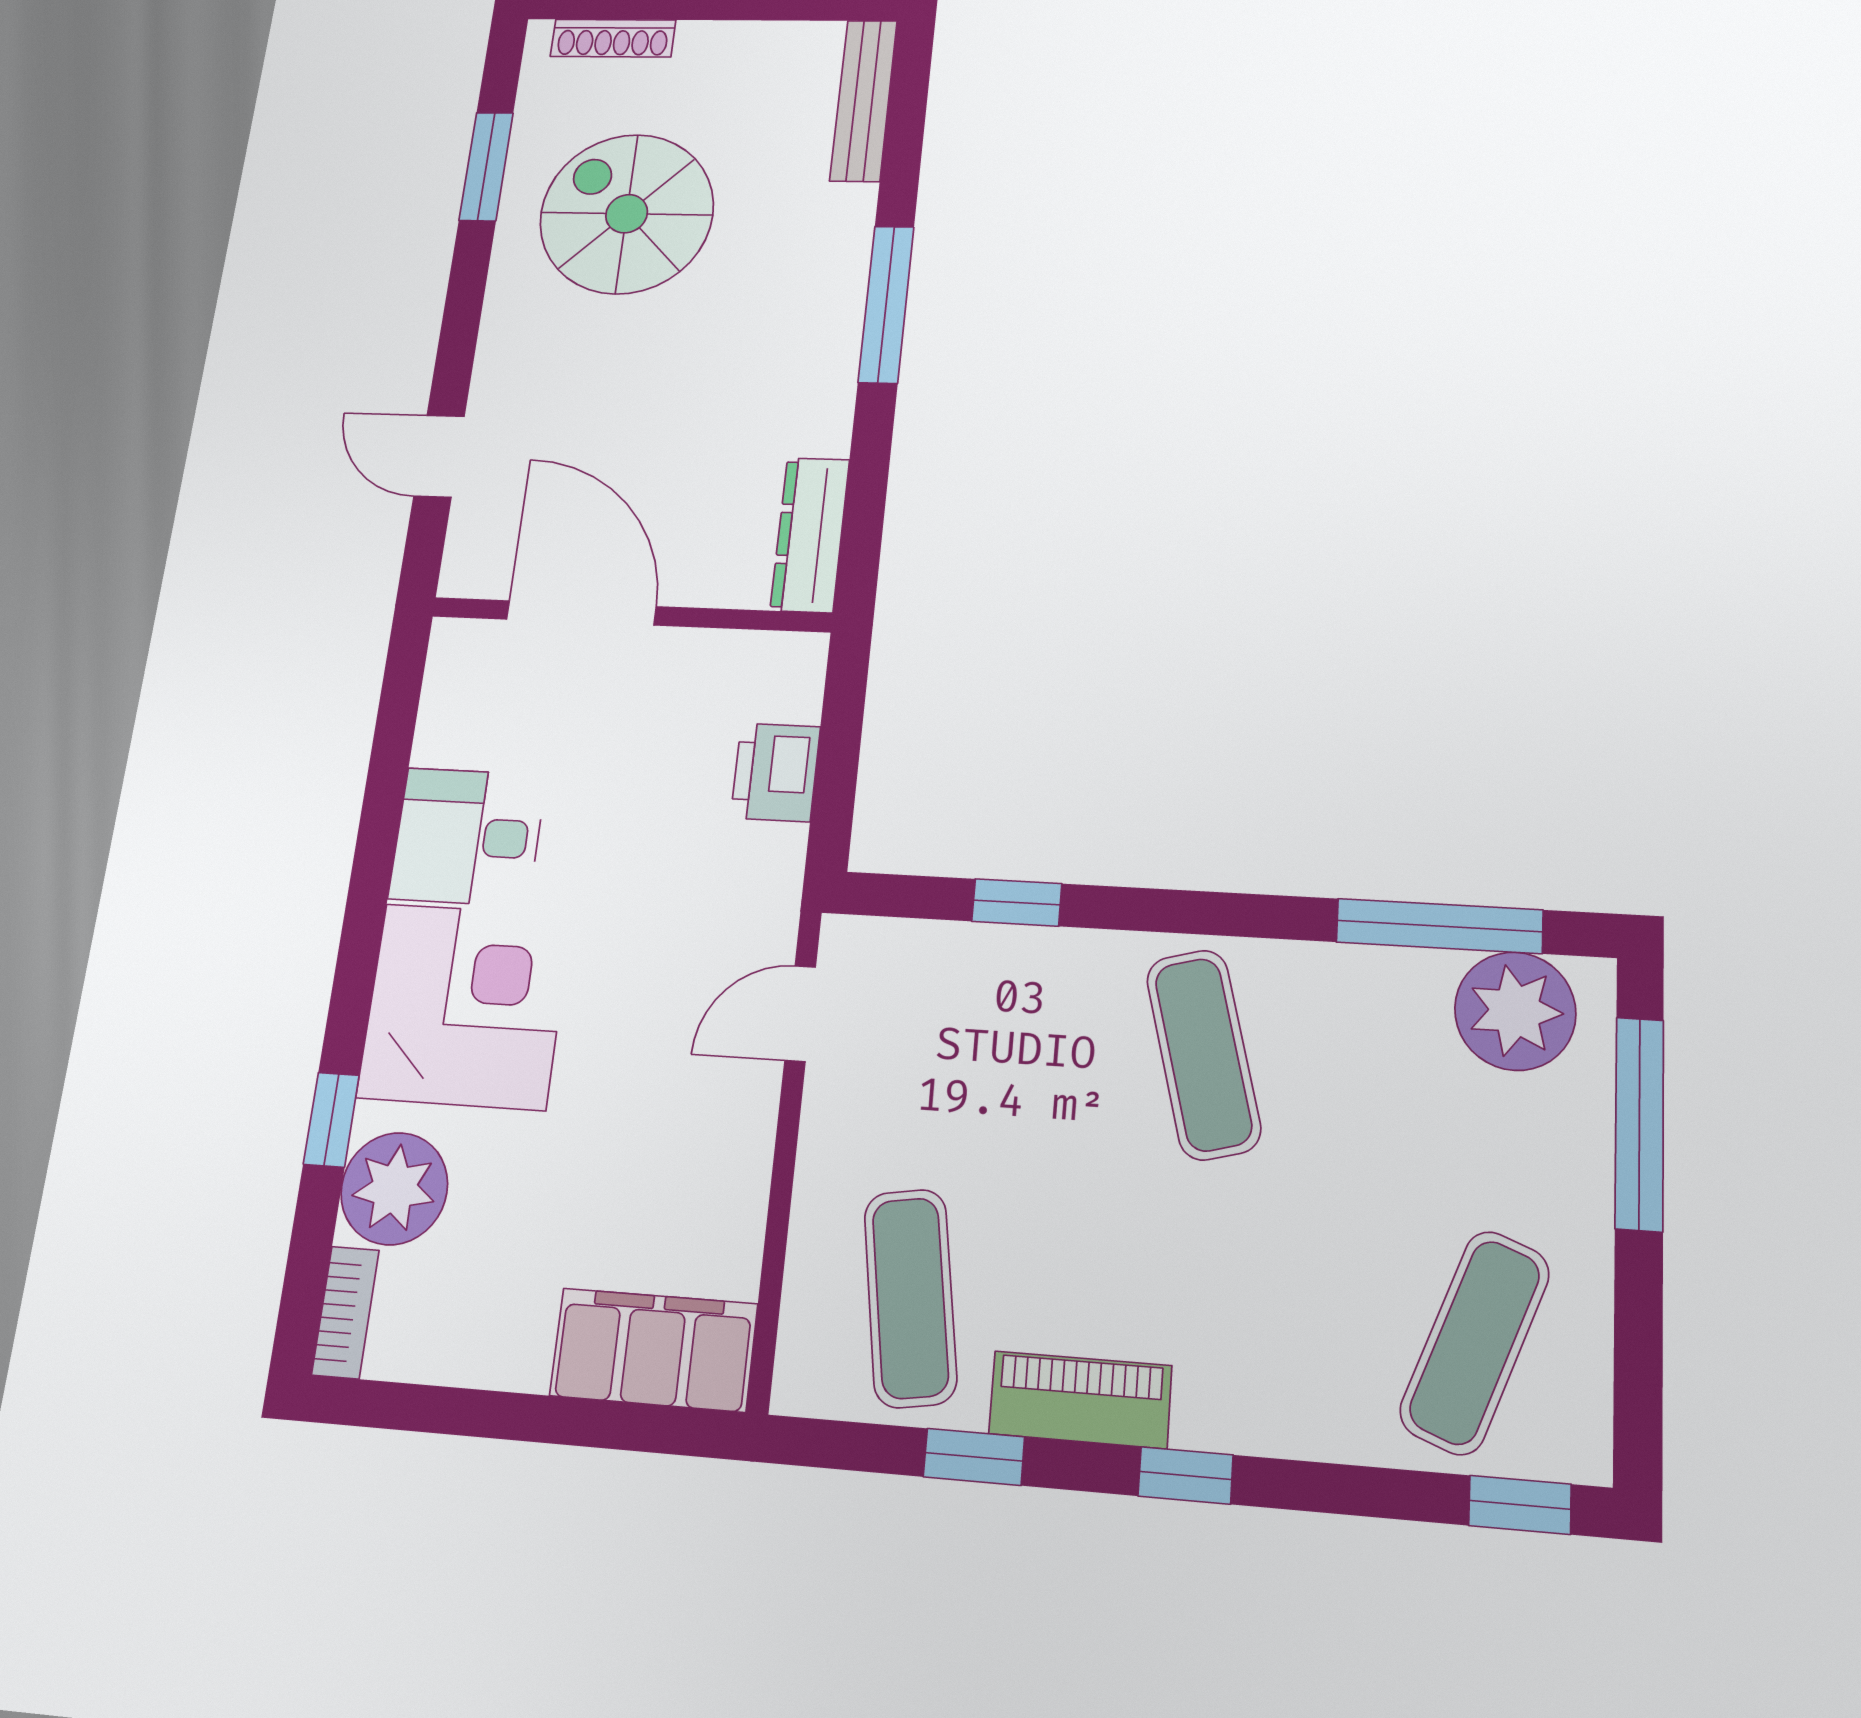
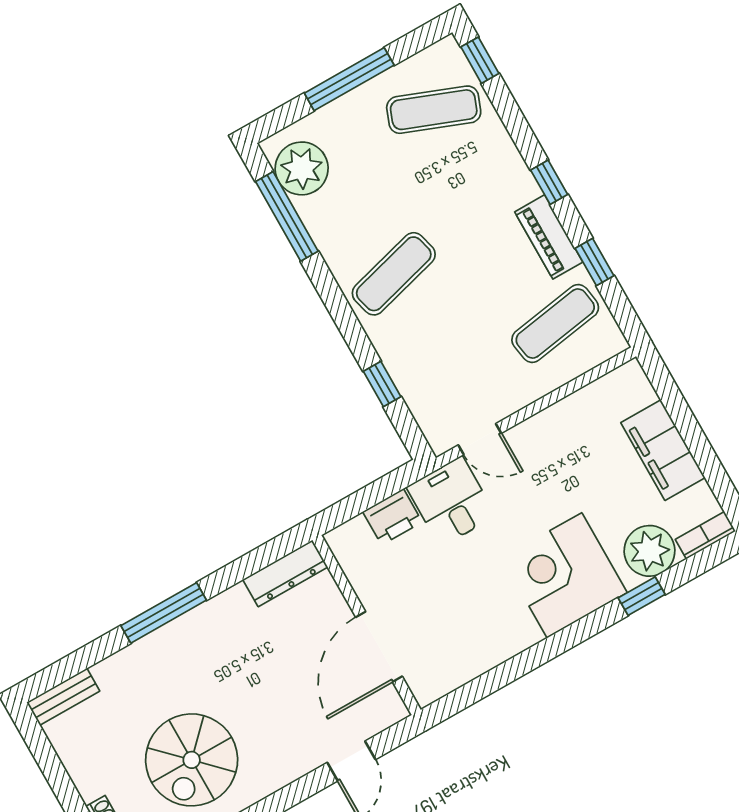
bench: (864, 100) -> (63, 697), width x0.73
desk: (468, 837) -> (451, 501), moved, turned 180
window: (1639, 1124) -> (349, 79), moved
filing cabinet: (654, 1350) -> (663, 450), moved

